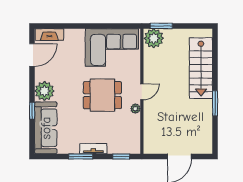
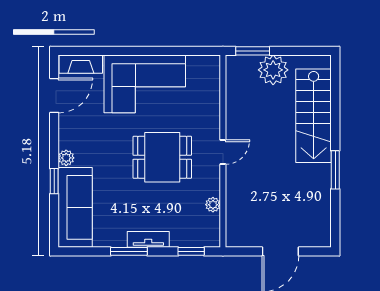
plant: (154, 38) -> (273, 70), moved
corner sofa: (112, 47) -> (145, 84), moved
plant: (44, 91) -> (66, 158), width x0.53, depth x0.53
plant: (135, 109) -> (213, 205), moved

